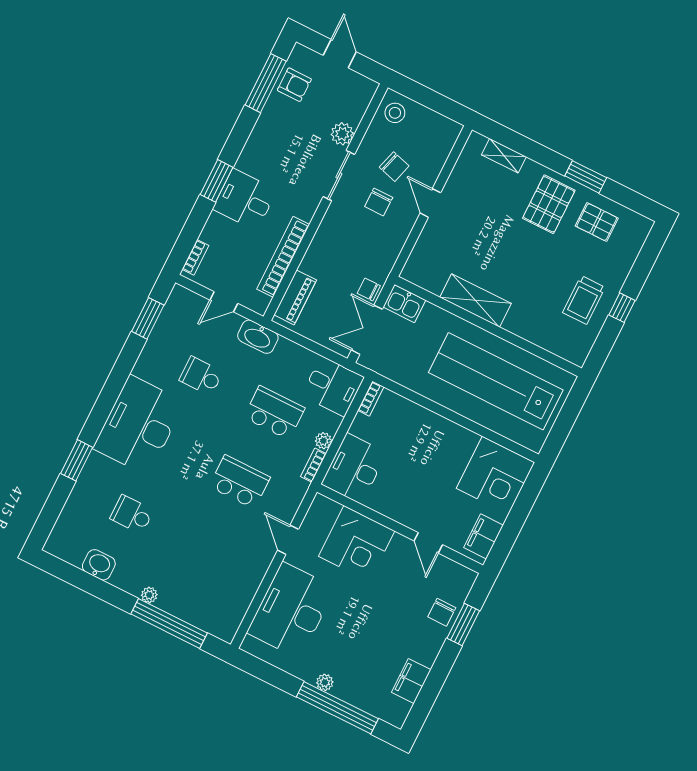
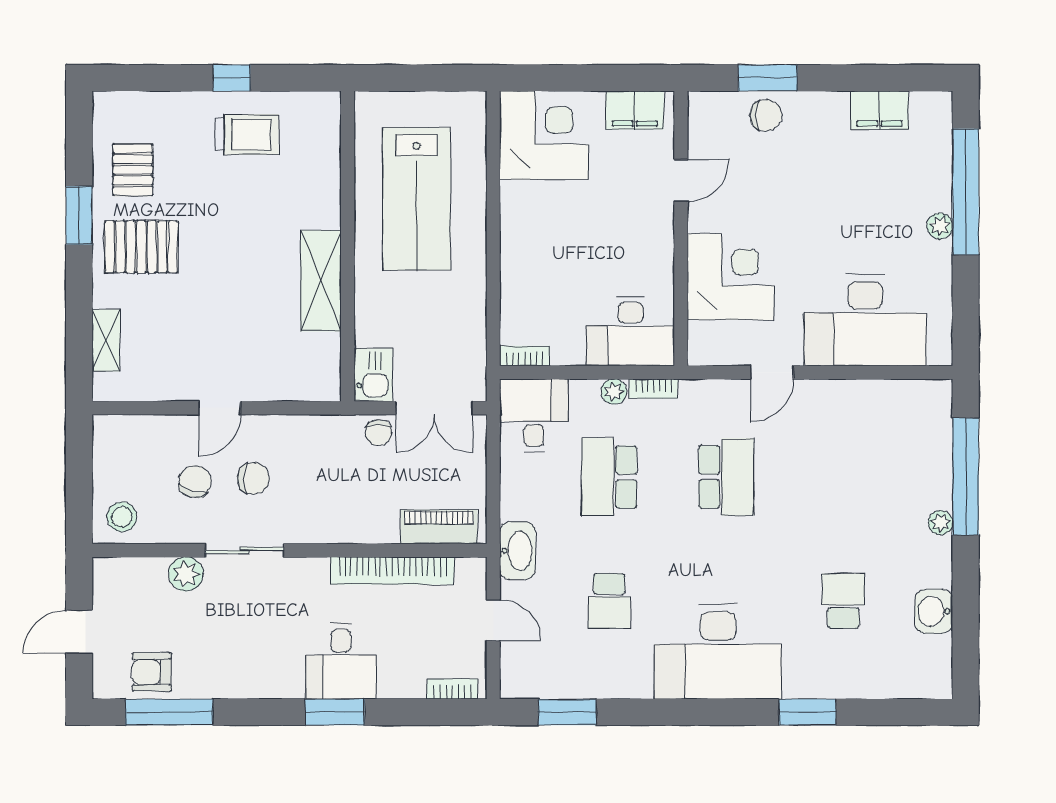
armchair: (294, 85) -> (152, 672), turned -90
lab bench: (496, 381) -> (417, 199), width x0.73
school desk: (240, 482) -> (726, 477), turned 180
school desk: (132, 514) -> (843, 601), turned 180

